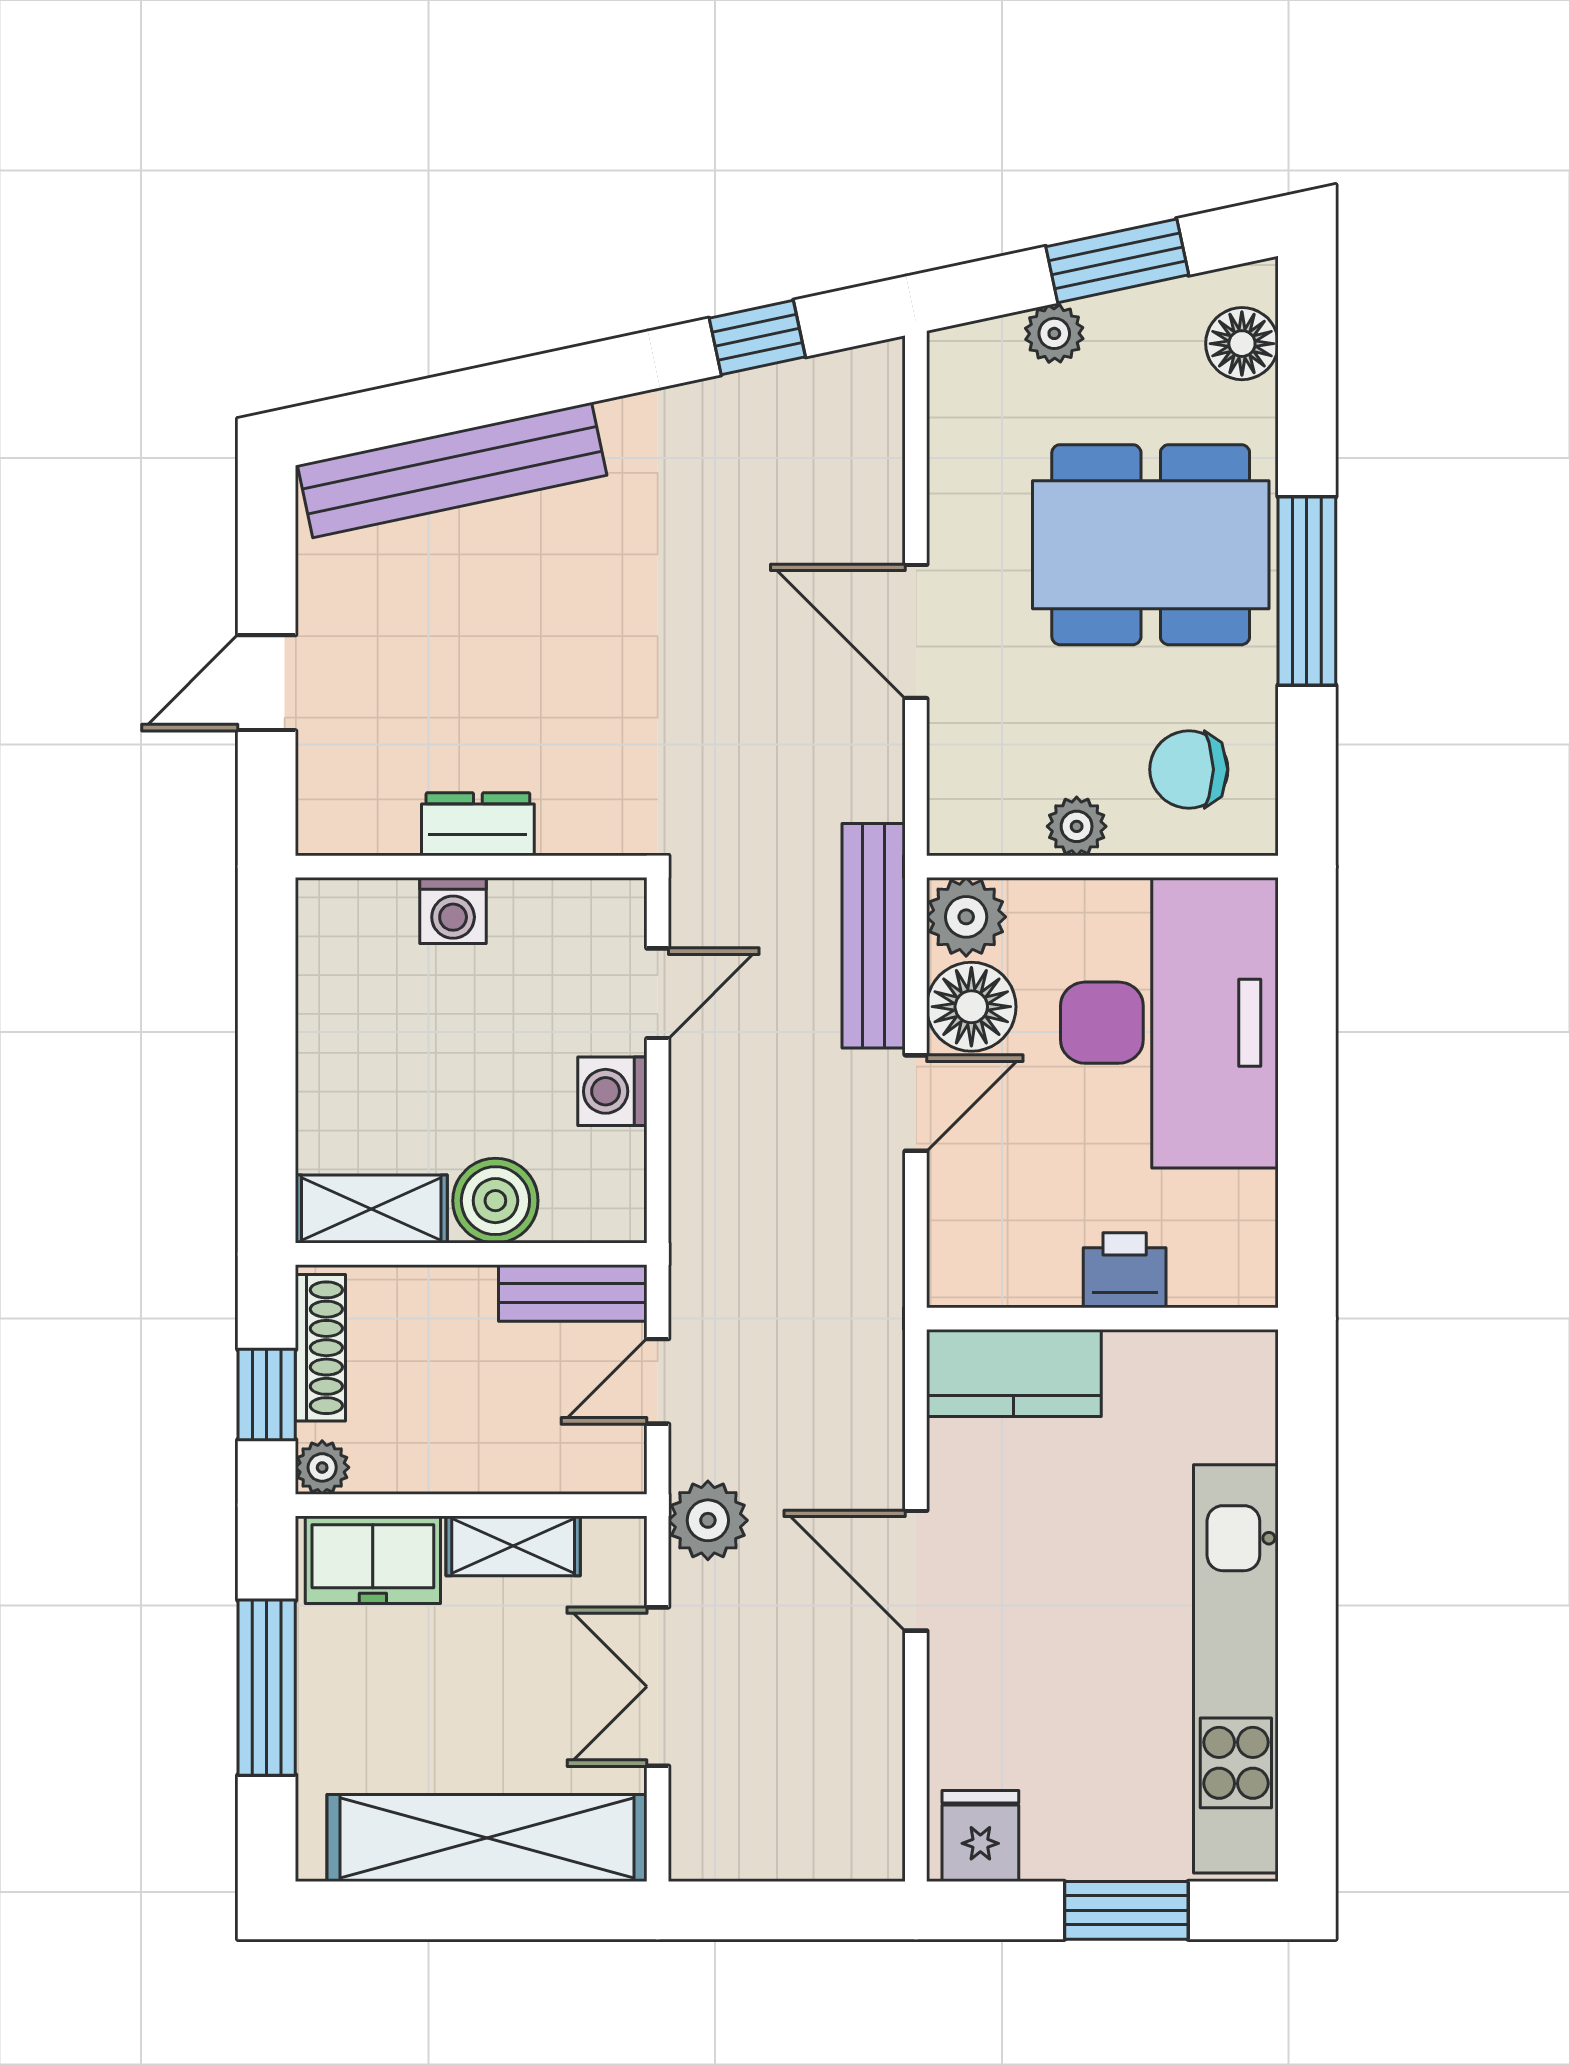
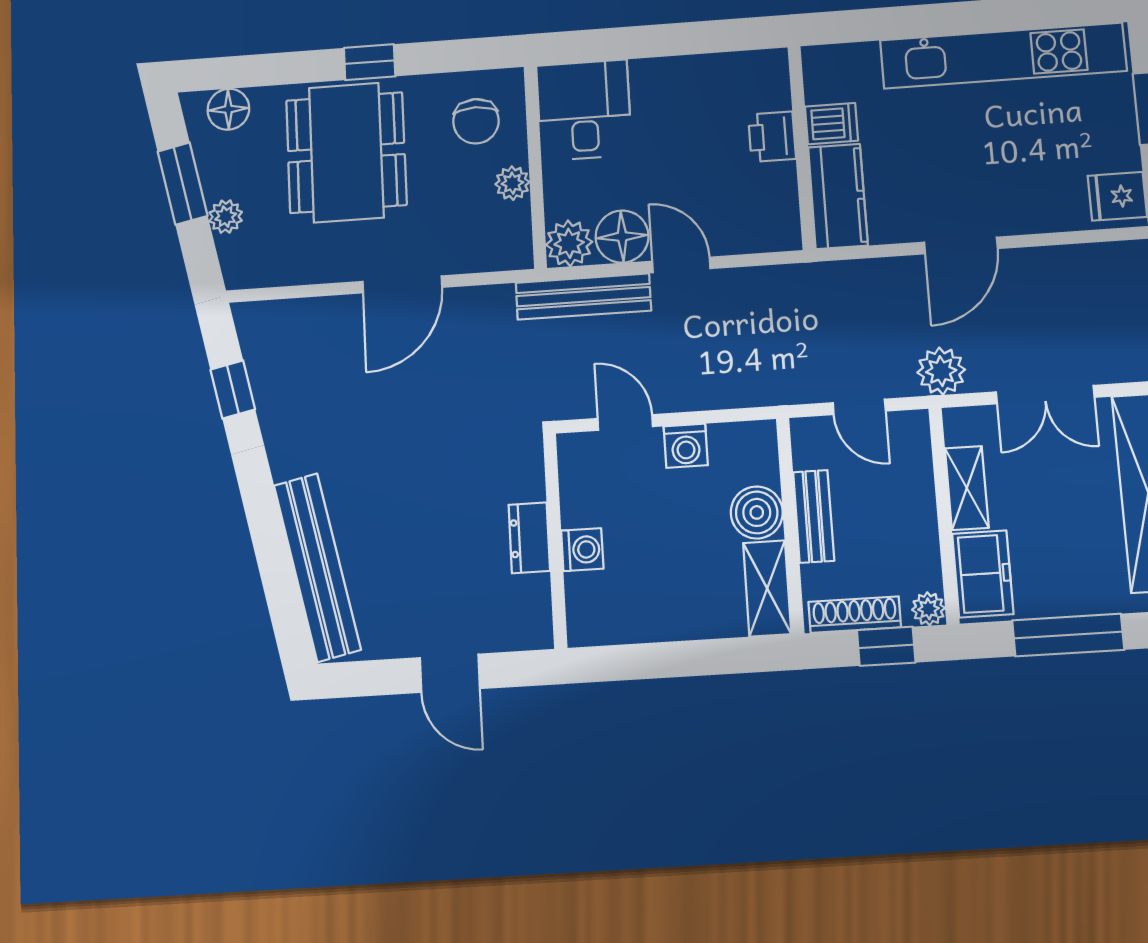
window: (1307, 591) -> (370, 62), width x0.46
desk: (1169, 1023) -> (584, 110), width x0.53, depth x0.77
bench: (573, 1293) -> (814, 516), moved
dishwasher: (1140, 1372) -> (831, 124), added

